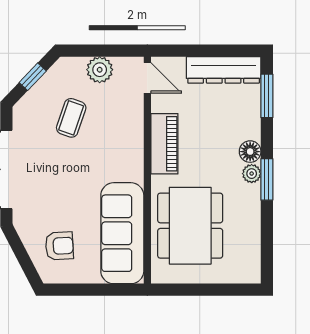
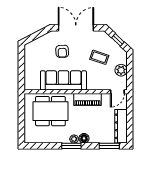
sofa: (122, 233) -> (63, 80), moved
armchair: (59, 246) -> (62, 51), moved

